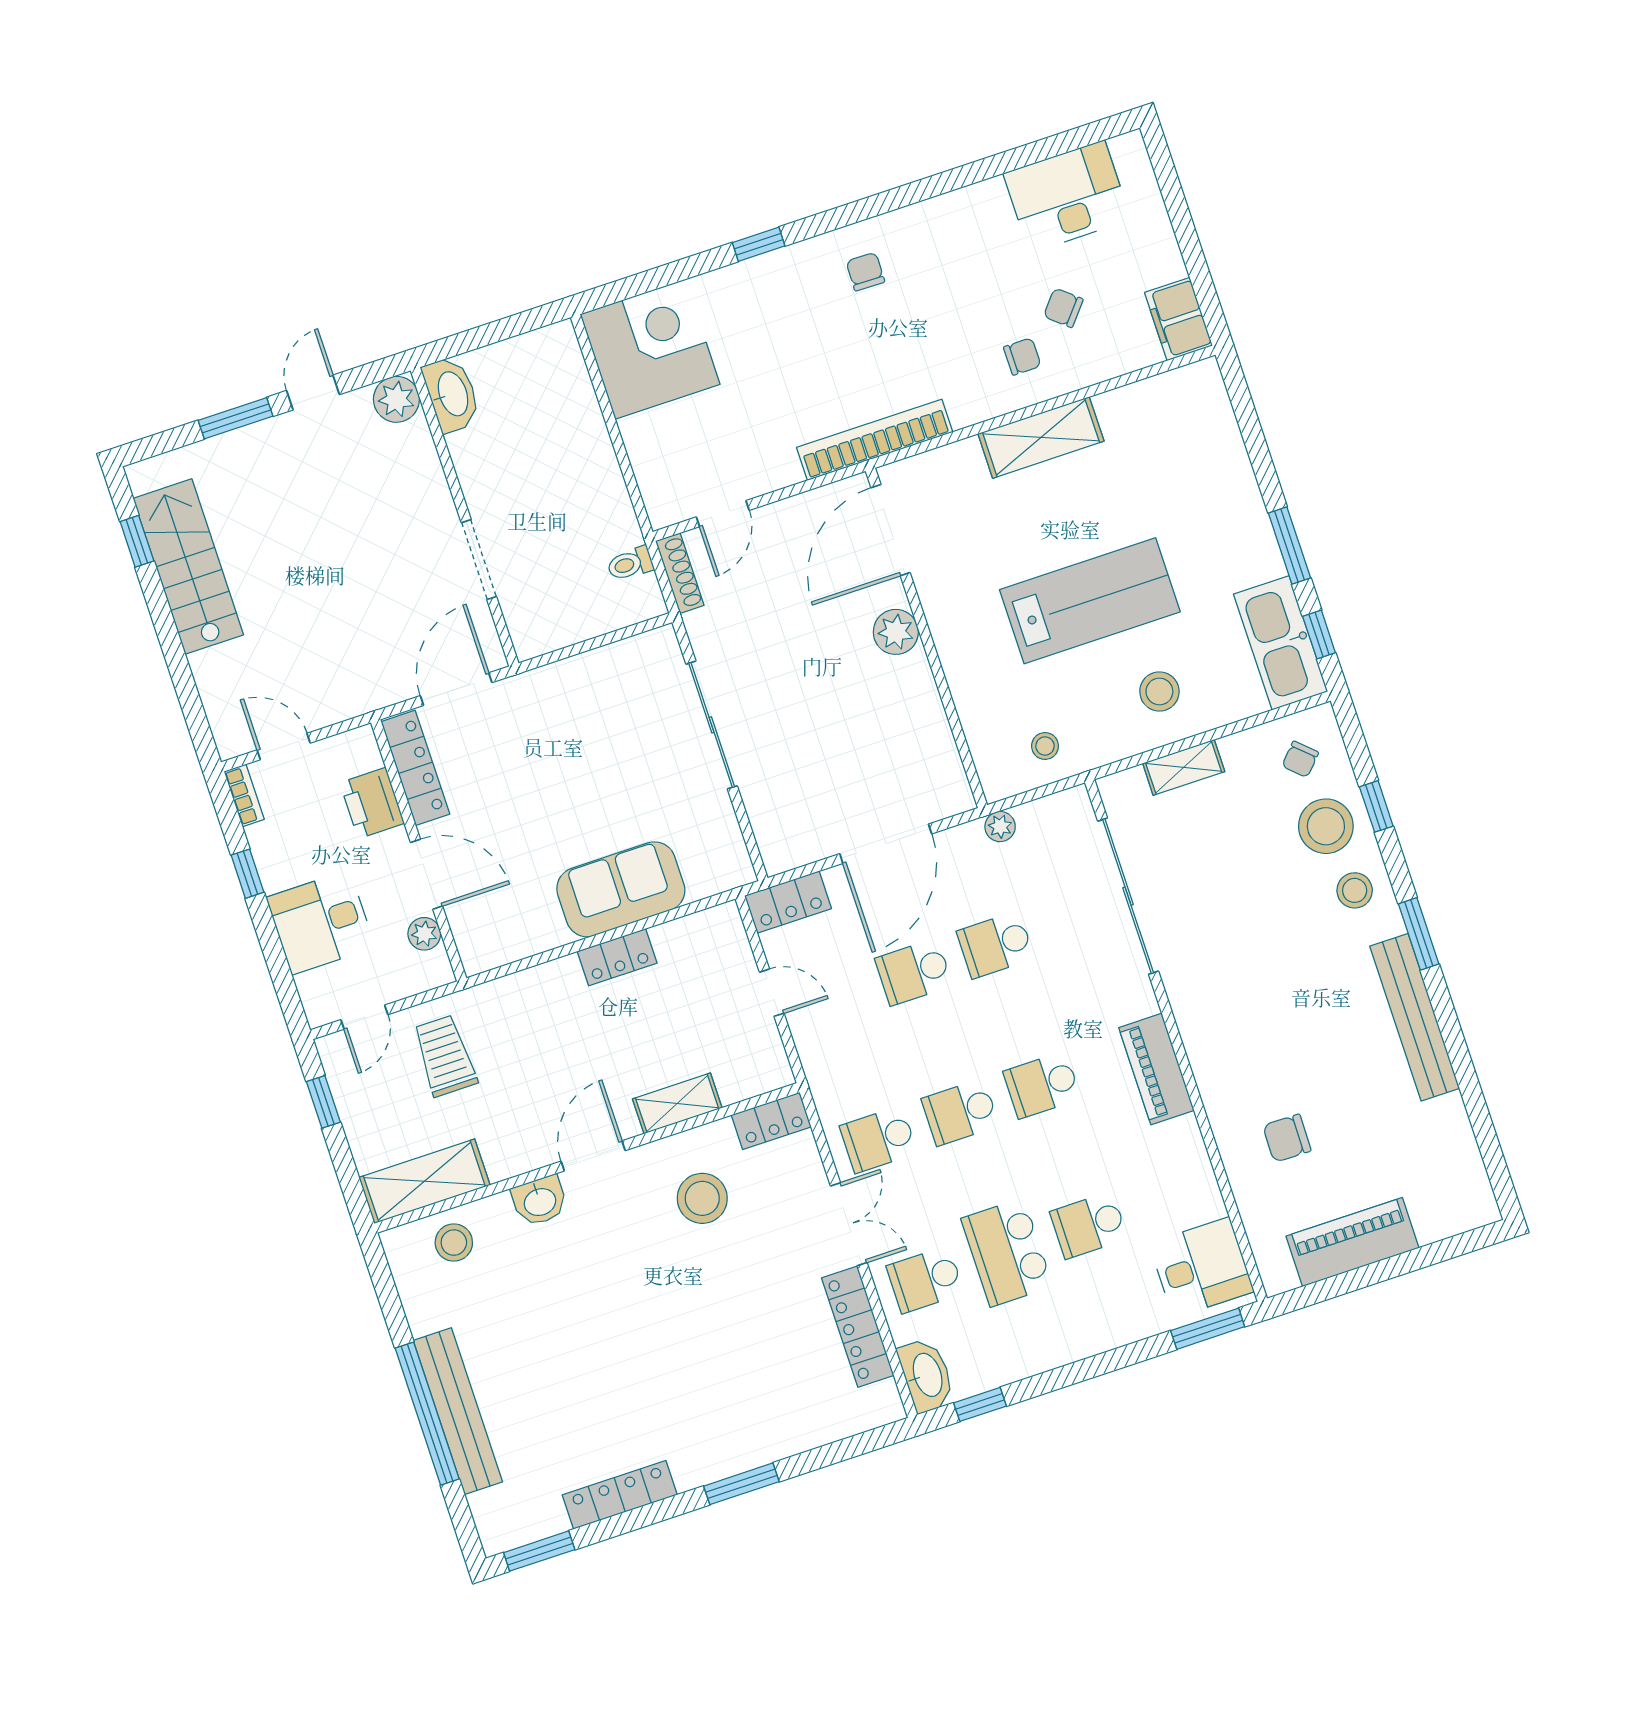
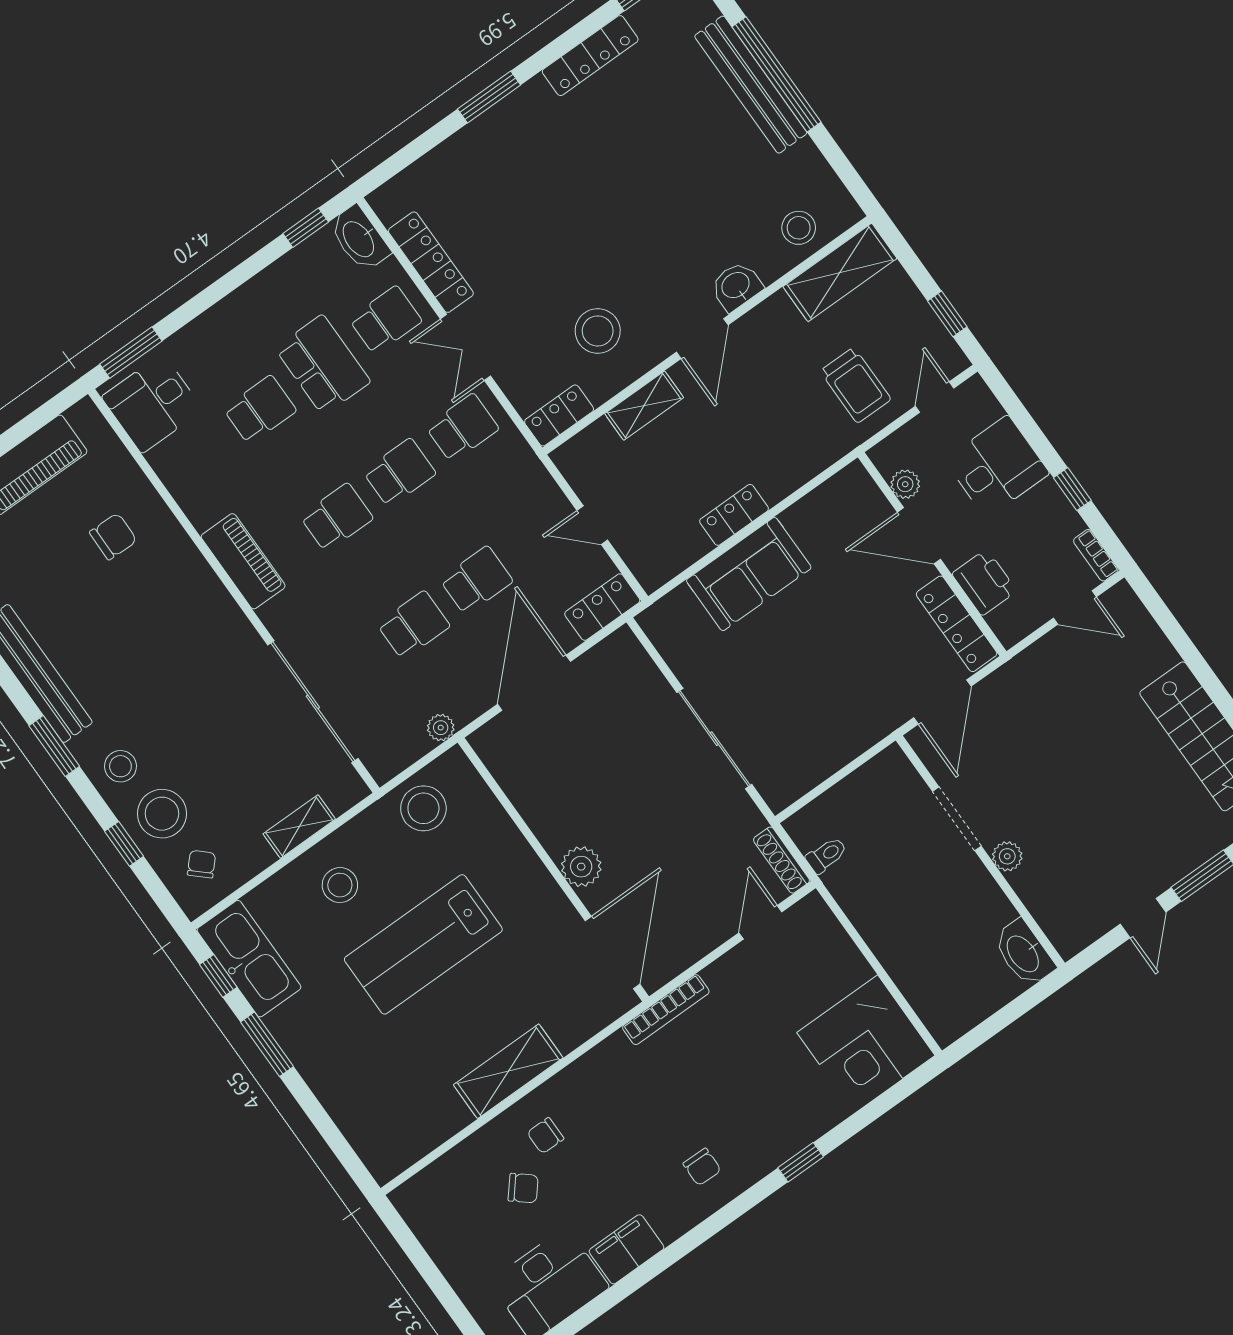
filing cabinet: (1179, 319) -> (626, 1249), moved, turned -90
plant: (396, 399) -> (1007, 856), moved, width x0.73, depth x0.73
bookcase: (875, 440) -> (666, 1010), width x0.68, depth x0.76
stool: (1045, 746) -> (423, 808), width x1.89, depth x1.89

